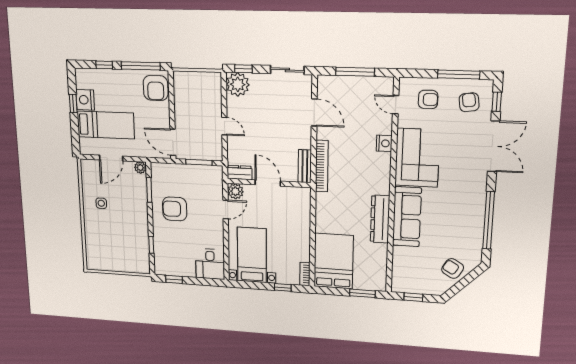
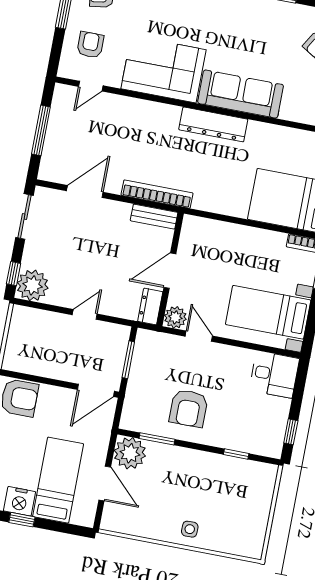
nightstand: (384, 143) -> (139, 108), removed
plant: (140, 168) -> (130, 453), width x1.88, depth x1.88
side table: (101, 203) -> (190, 529), moved
dresser: (380, 219) -> (213, 124), moved

